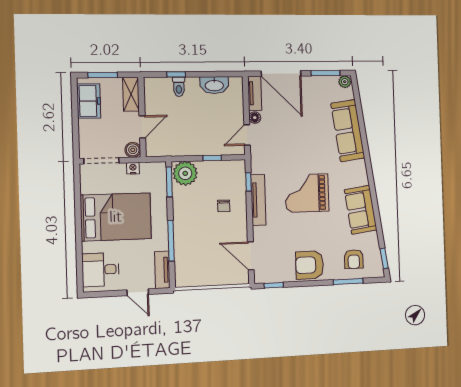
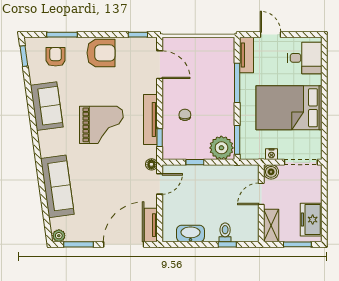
door: (281, 74) -> (124, 244), hinge flipped
floor lamp: (255, 118) -> (151, 164), moved

